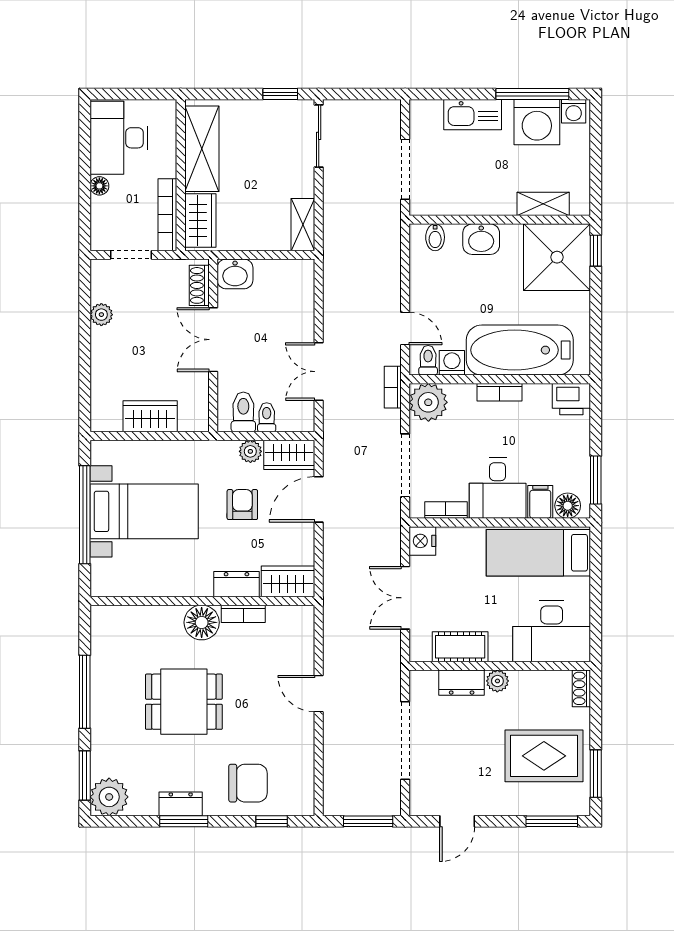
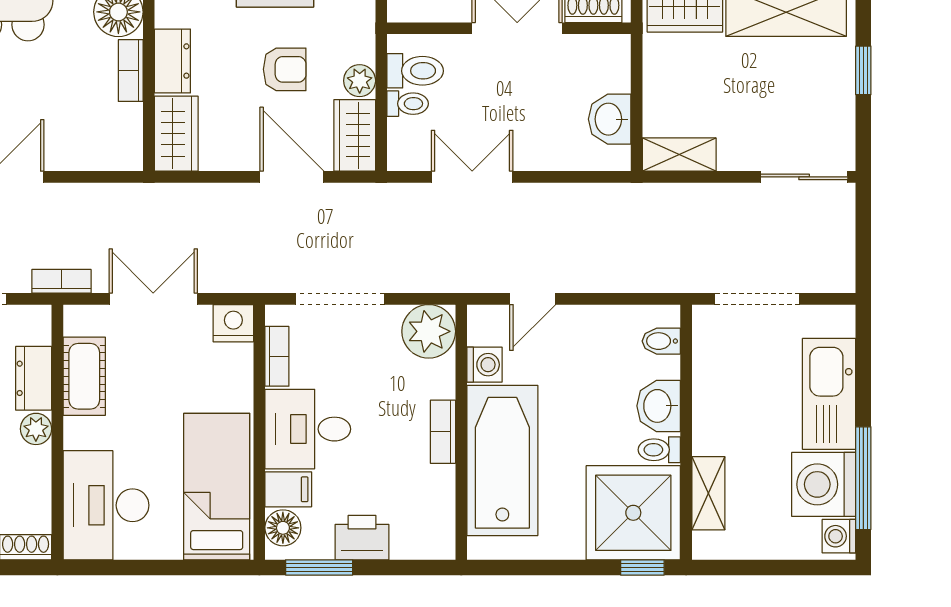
window: (280, 94) -> (863, 70), moved
kitchen sink: (473, 115) -> (829, 394), width x1.36, depth x1.24
washbasin: (235, 274) -> (610, 119), moved
toilet: (428, 360) -> (659, 450), moved, turned 180
bookcase: (393, 387) -> (61, 281), moved
printer: (571, 399) -> (362, 538), moved, turned 90

